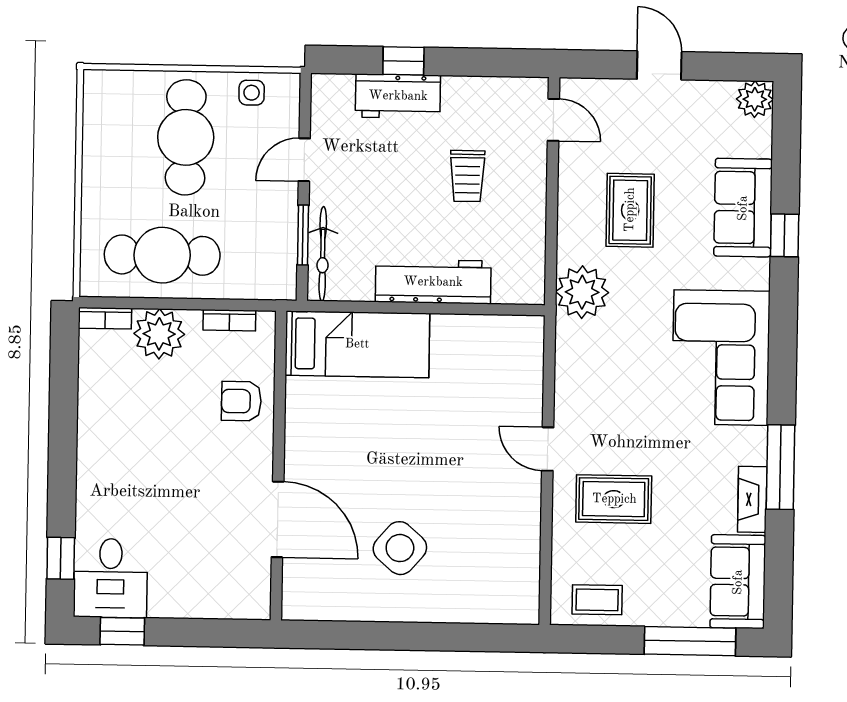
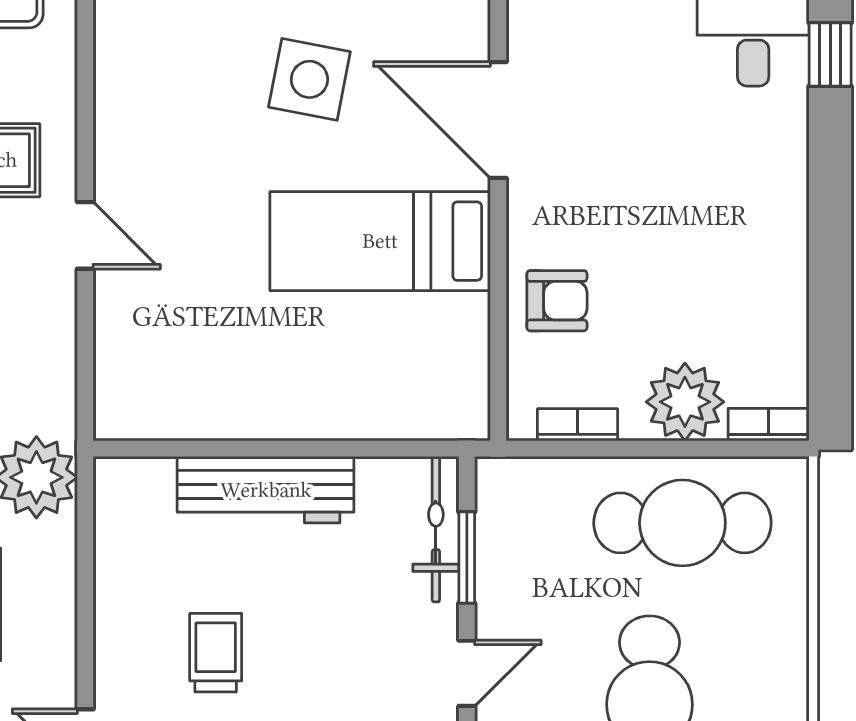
bed: (357, 344) -> (380, 241), moved
side table: (400, 548) -> (309, 79), turned -30

